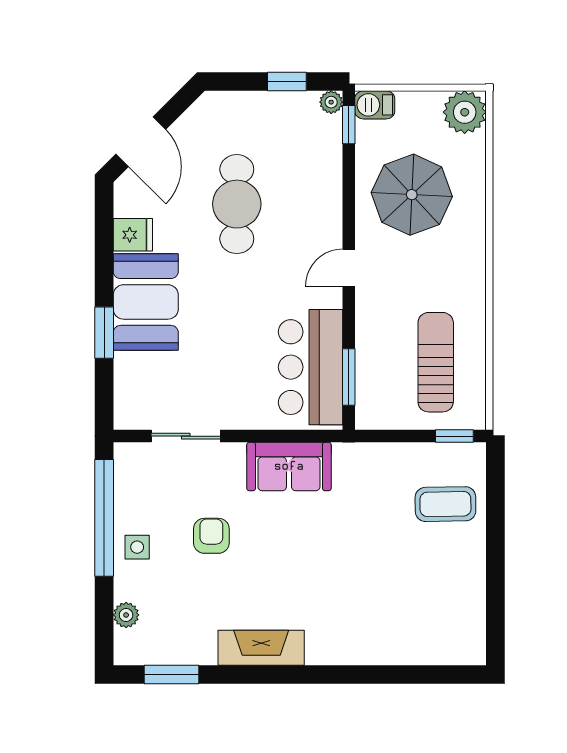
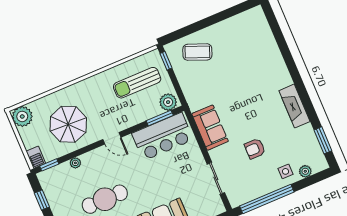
plant: (331, 102) -> (75, 163), moved
plant: (373, 406) -> (168, 102), added
coffee table: (445, 504) -> (197, 52), turned -67
side table: (137, 547) -> (286, 171), moved

